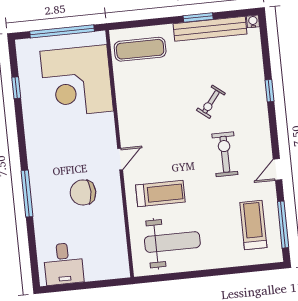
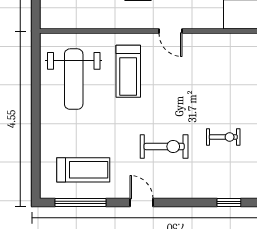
exercise bike: (211, 102) -> (223, 137), turned 142

